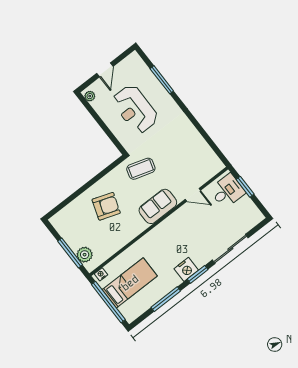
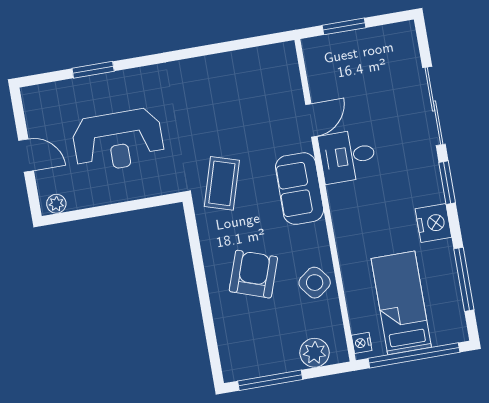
window: (162, 80) -> (93, 70), width x0.69
desk: (227, 191) -> (347, 156), moved, turned -90
side table: (118, 237) -> (315, 283), added
window: (70, 253) -> (270, 380), moved
nightstand: (186, 269) -> (433, 223), moved
window: (166, 299) -> (464, 279), moved

